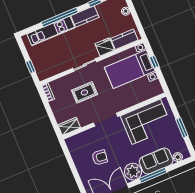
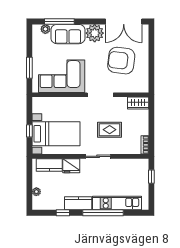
window: (182, 128) -> (29, 68), moved
armchair: (100, 157) -> (121, 61), width x1.88, depth x1.88
window: (153, 175) -> (59, 21), moved

